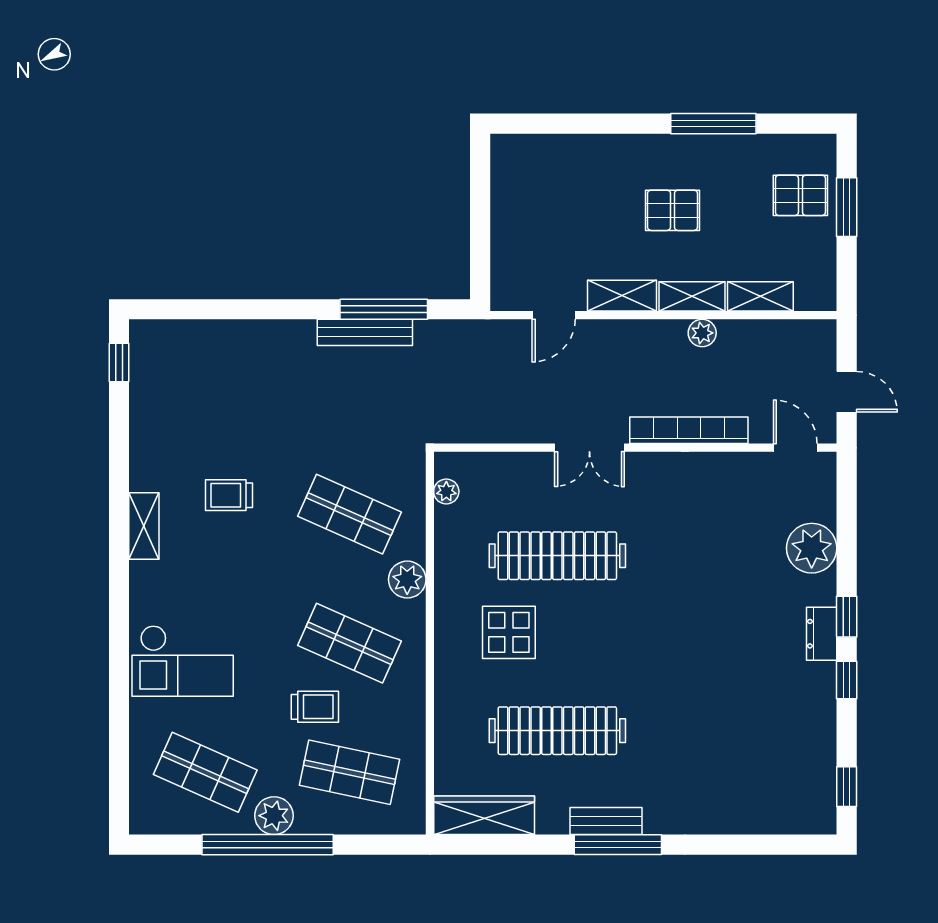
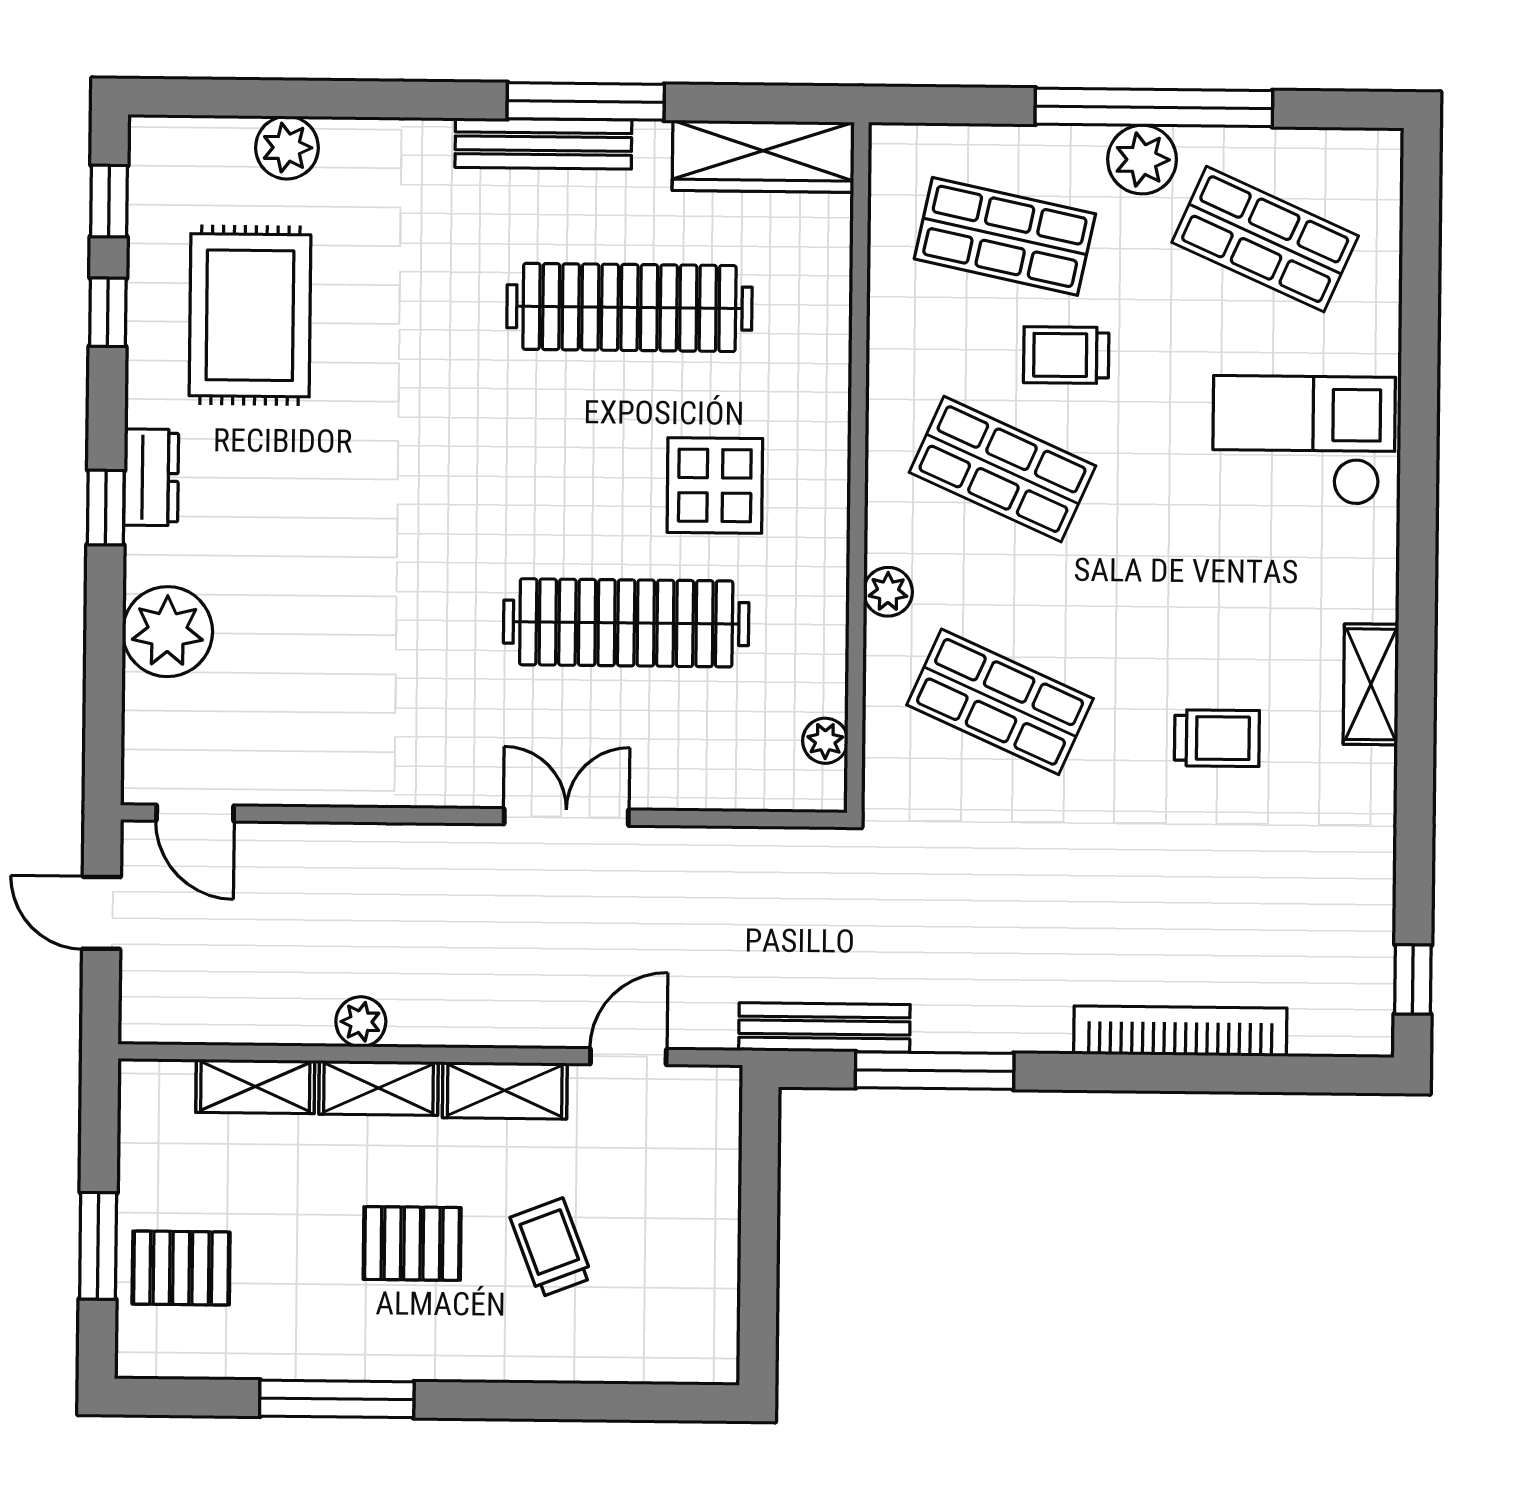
trolley: (595, 209) -> (551, 1248), added
bench: (365, 332) -> (824, 1028), moved
bookcase: (689, 430) -> (1180, 1031), moved, turned 180
plant: (407, 580) -> (888, 592), width x0.73, depth x0.73
window: (847, 680) -> (108, 312), moved
rug: (768, 724) -> (250, 315), added
plant: (748, 817) -> (287, 148), added
bench: (606, 821) -> (543, 144), width x1.36
window: (618, 845) -> (586, 101), moved

